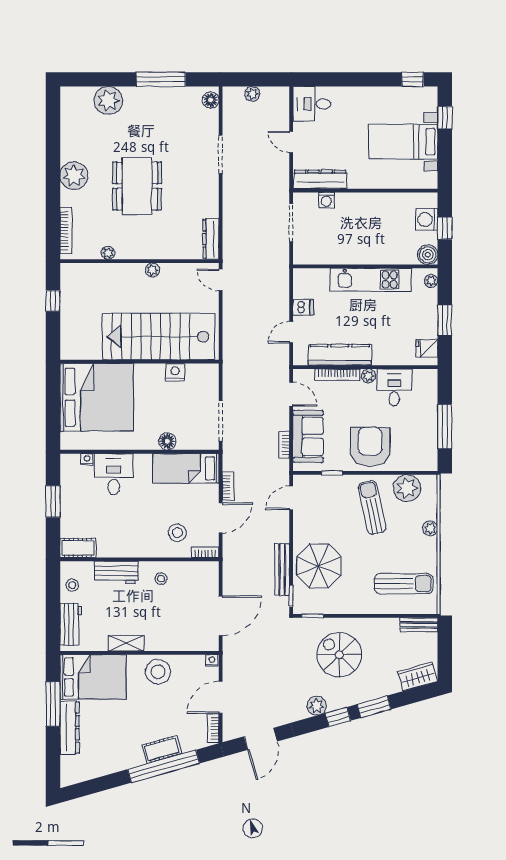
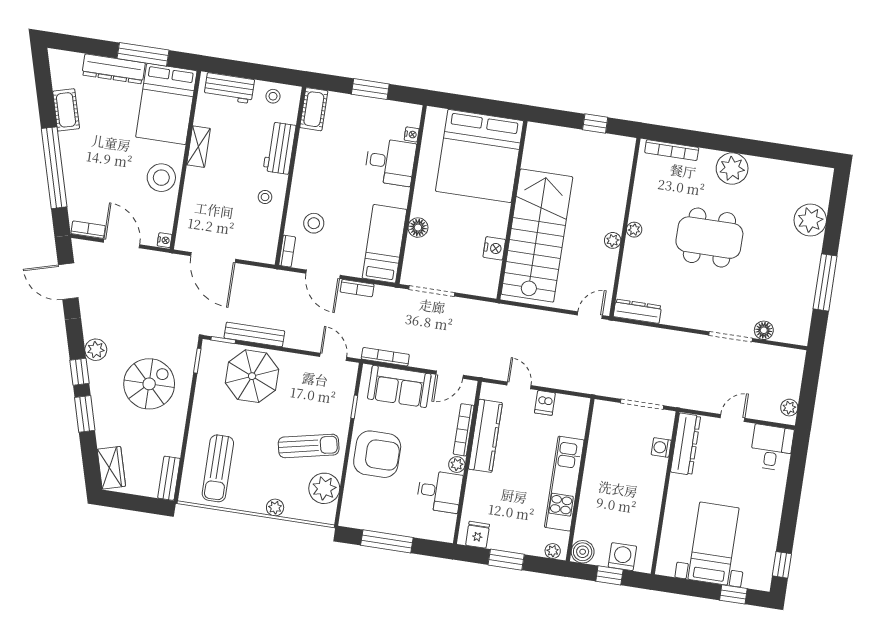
plant: (252, 94) -> (789, 408), moved
floor lamp: (211, 100) -> (764, 330), moved
plant: (108, 253) -> (634, 230), moved
bookcase: (284, 445) -> (385, 357), width x1.56
cot: (162, 749) -> (66, 110), moved

